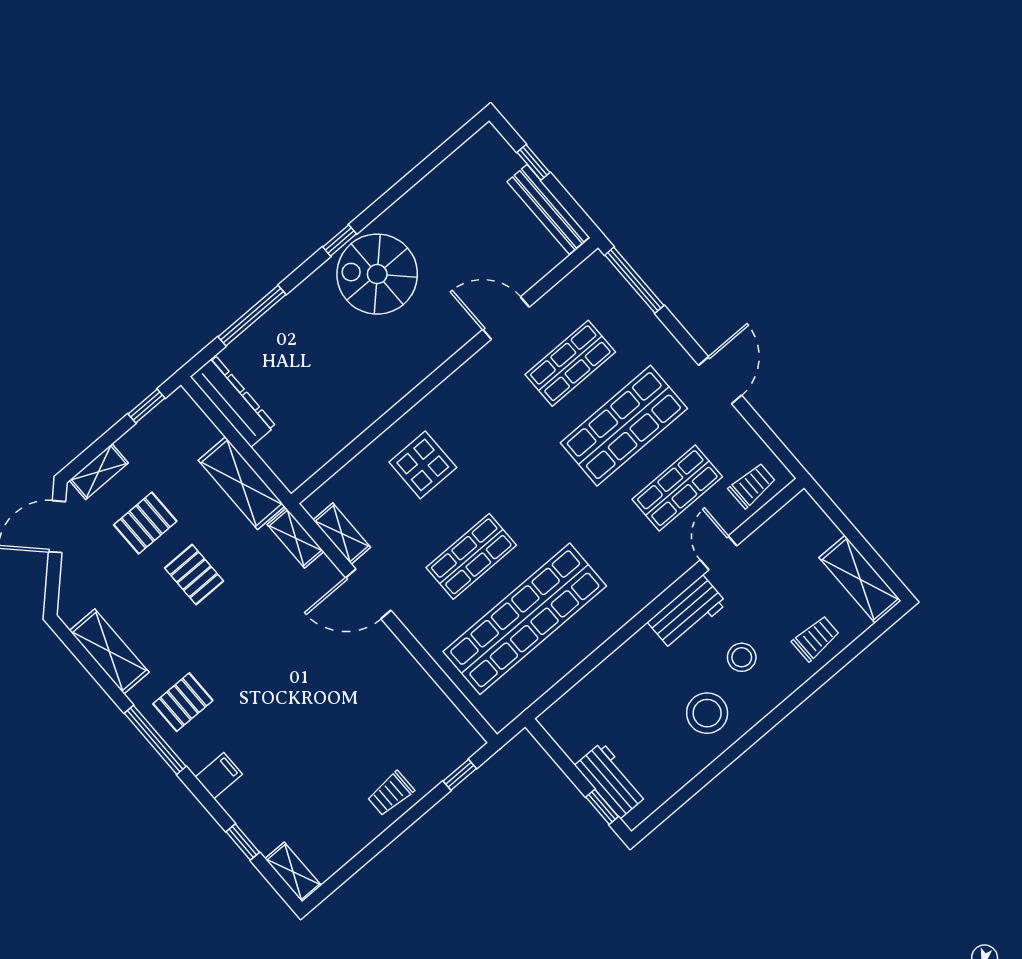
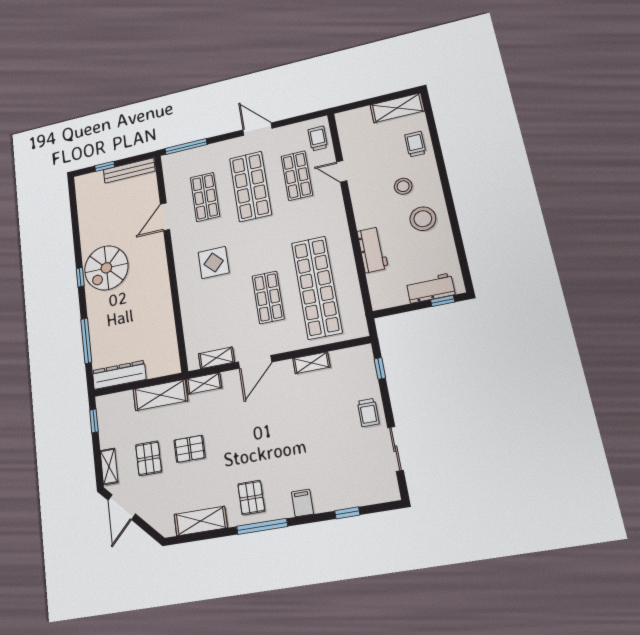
display table: (423, 465) -> (214, 263), moved
workbench: (687, 613) -> (372, 250), moved
sliding door: (364, 857) -> (395, 449), added
shelving: (293, 872) -> (311, 363), moved

